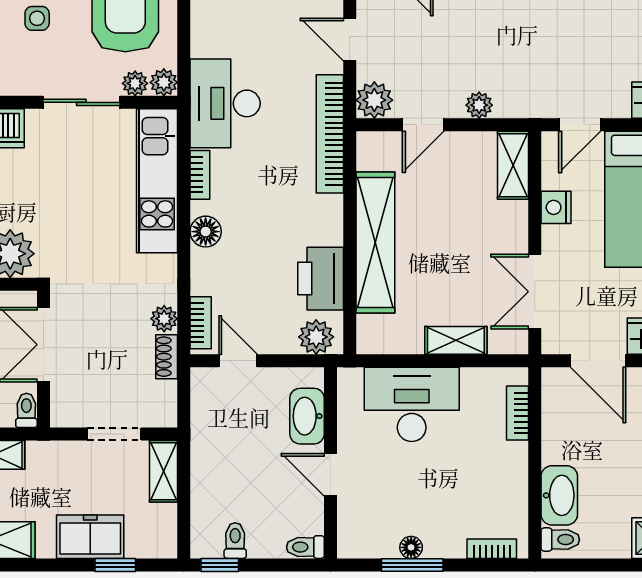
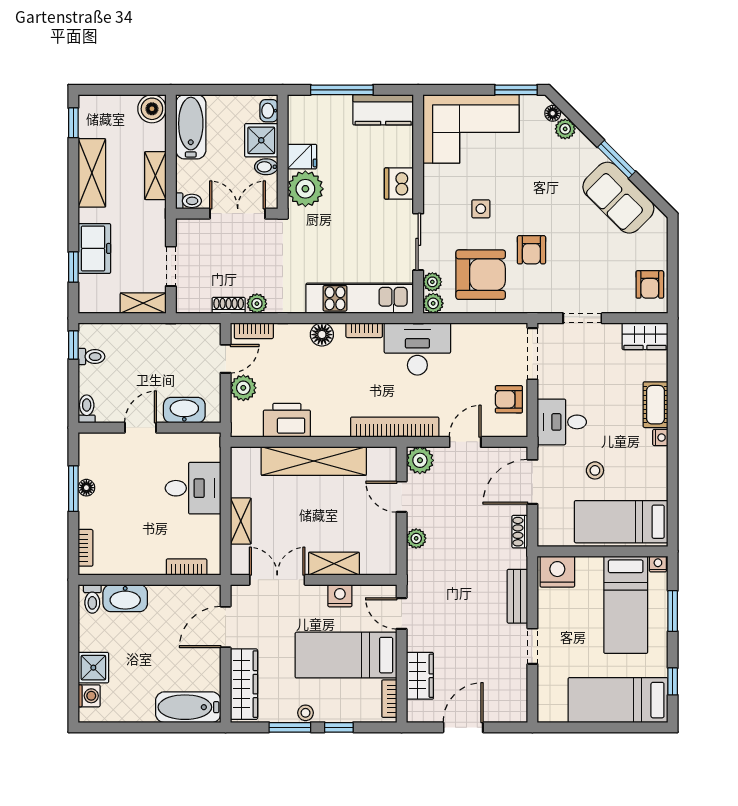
shelving: (513, 165) -> (334, 564), moved
plant: (316, 337) -> (243, 388), moved
desk: (412, 404) -> (193, 488), width x0.73

